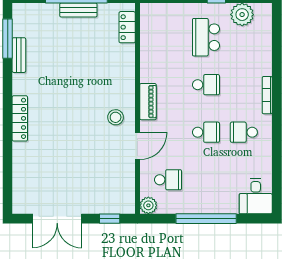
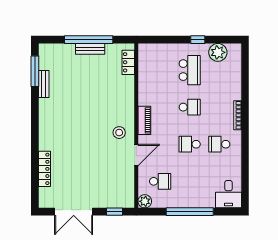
school desk: (206, 37) -> (190, 70), turned 180
locker: (20, 118) -> (44, 169), moved
school desk: (206, 132) -> (190, 144), turned 180

